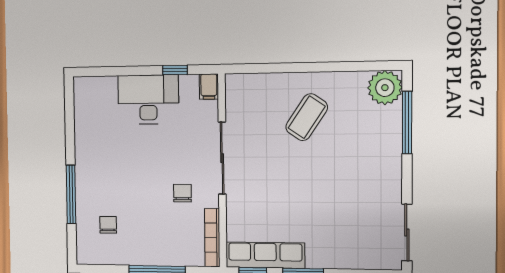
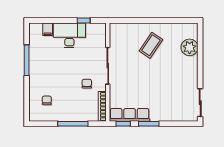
filing cabinet: (209, 87) -> (48, 29), moved
plant: (385, 88) -> (190, 47), moved
window: (407, 123) -> (200, 48), removed
window: (71, 194) -> (27, 60), moved

